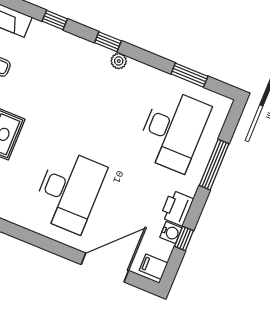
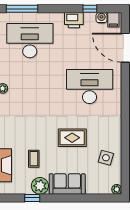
window: (214, 165) -> (22, 9), moved
water cooler: (171, 233) -> (102, 18), moved

